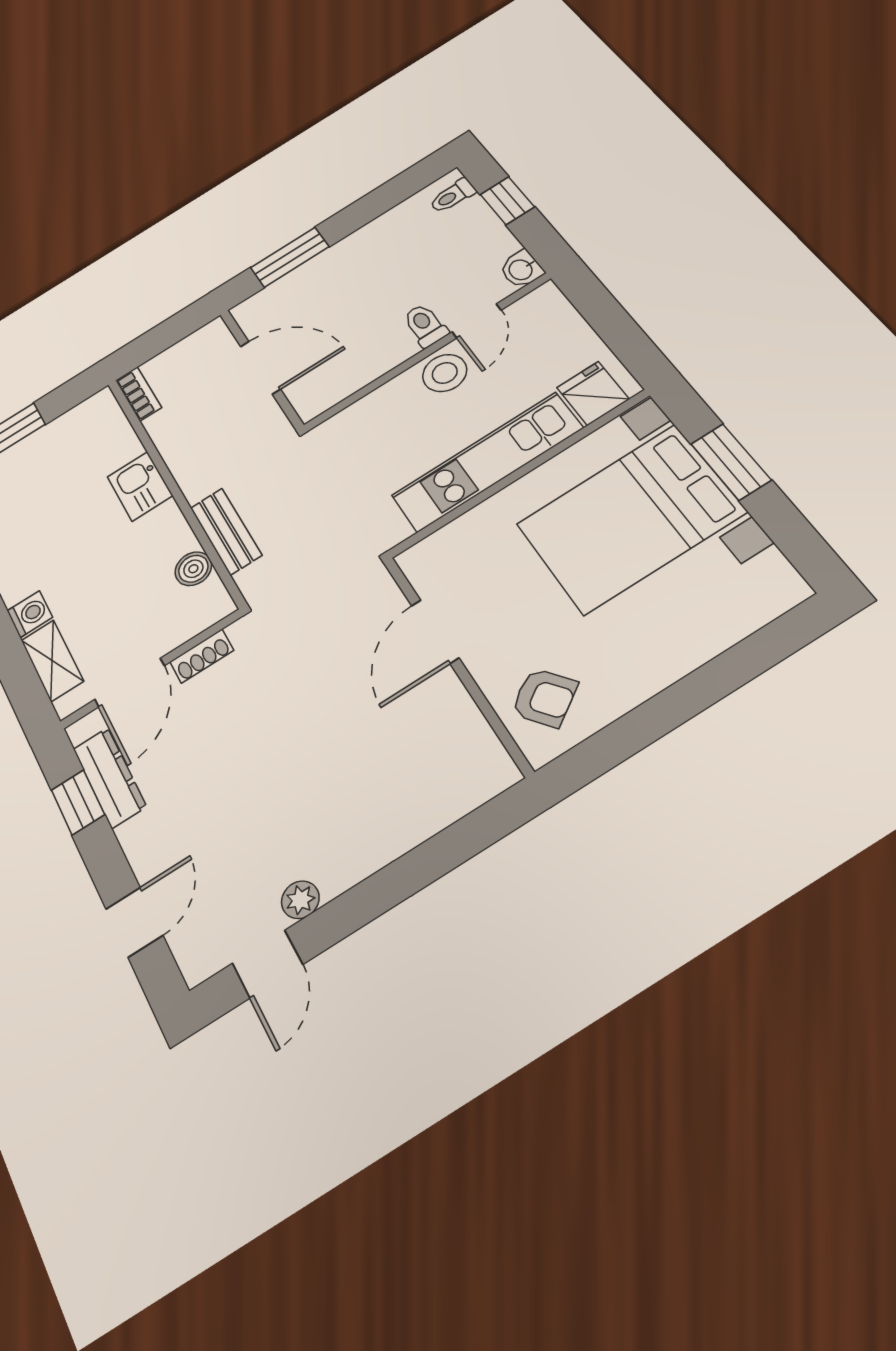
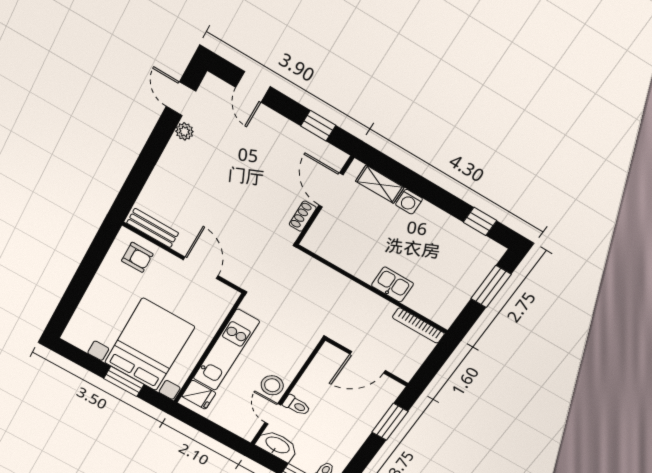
washbasin: (521, 269) -> (277, 445), width x1.91, depth x1.45
bookcase: (138, 394) -> (418, 326), width x1.56
bench: (226, 531) -> (153, 228), moved
boiler: (193, 569) -> (335, 255), removed
armchair: (544, 698) -> (137, 257), turned -144
dresser: (110, 778) -> (310, 143), removed

